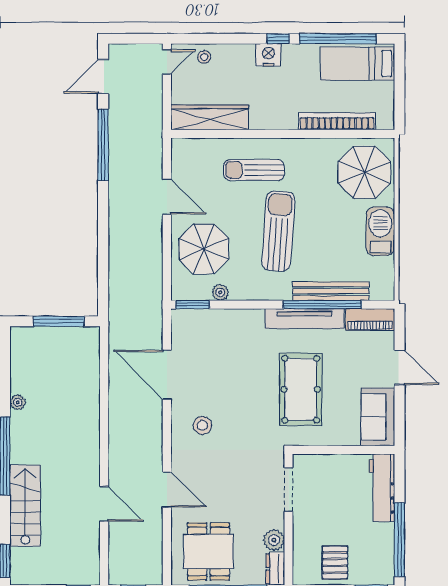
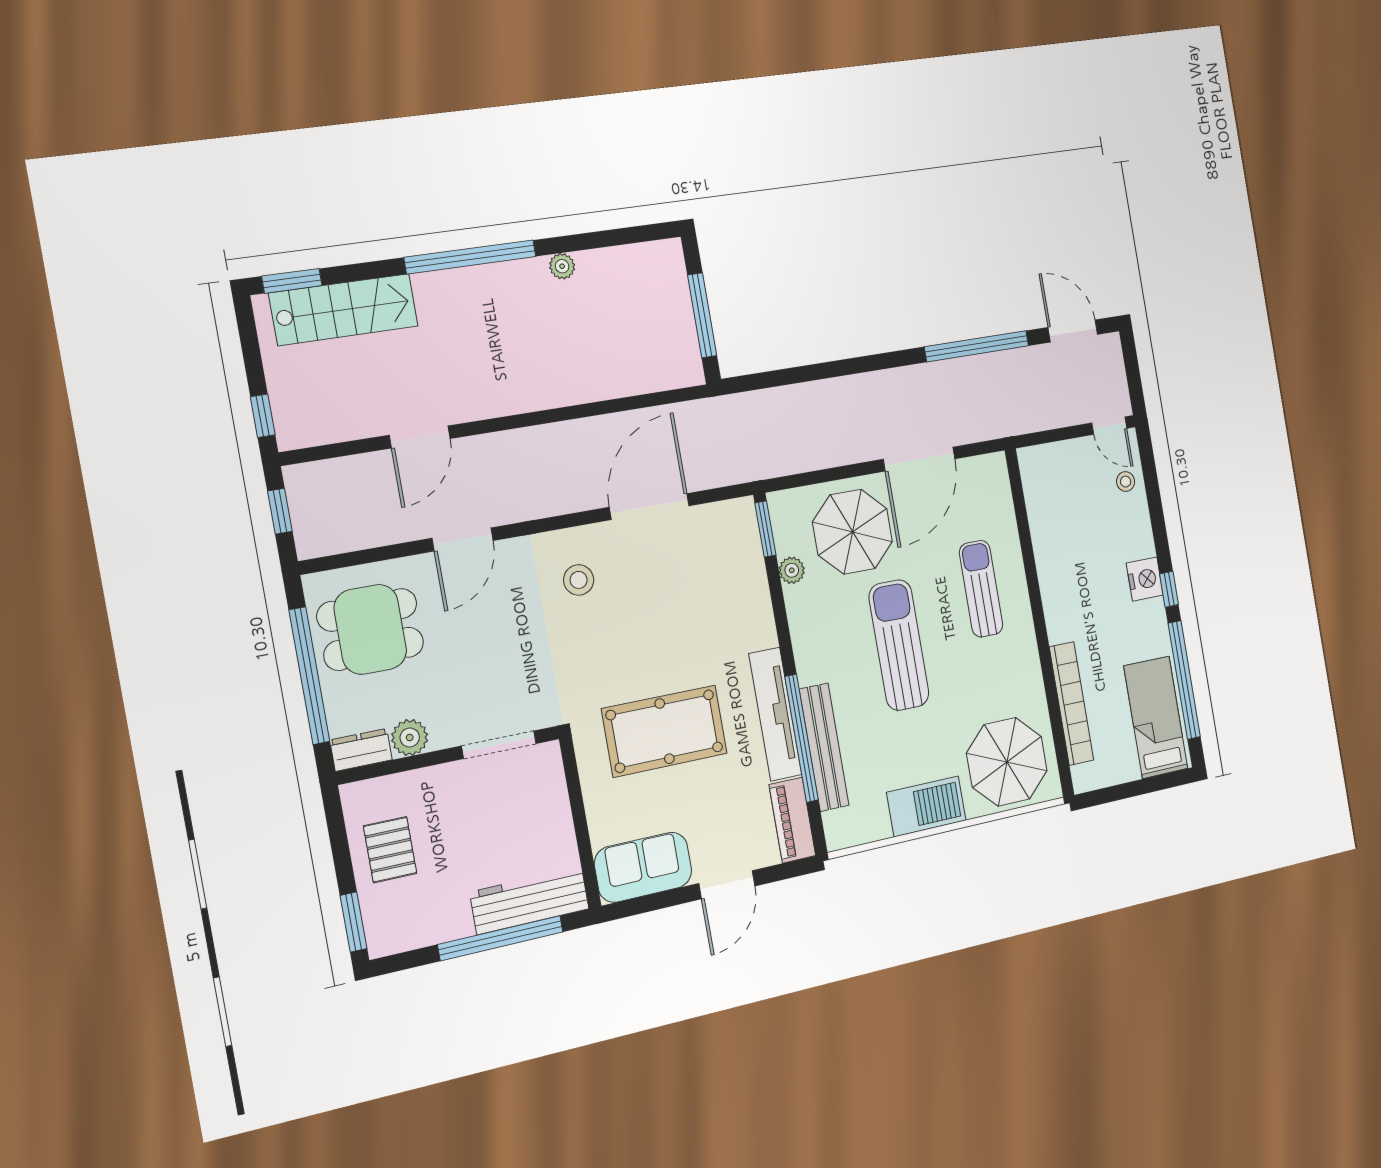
wardrobe: (209, 117) -> (1043, 505), removed
door: (167, 197) -> (919, 459), width x1.36
sun lounger: (278, 231) -> (899, 645), turned -94
stairs: (25, 506) -> (344, 310), moved
window: (399, 540) -> (501, 938), moved
pallet: (335, 562) -> (390, 850), turned 90

